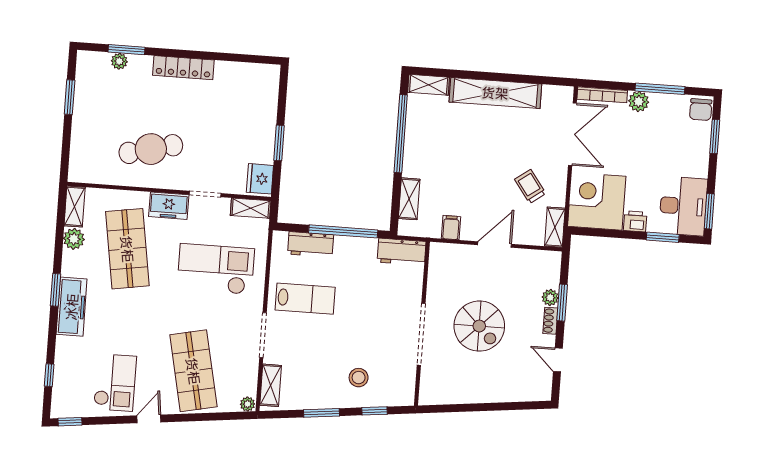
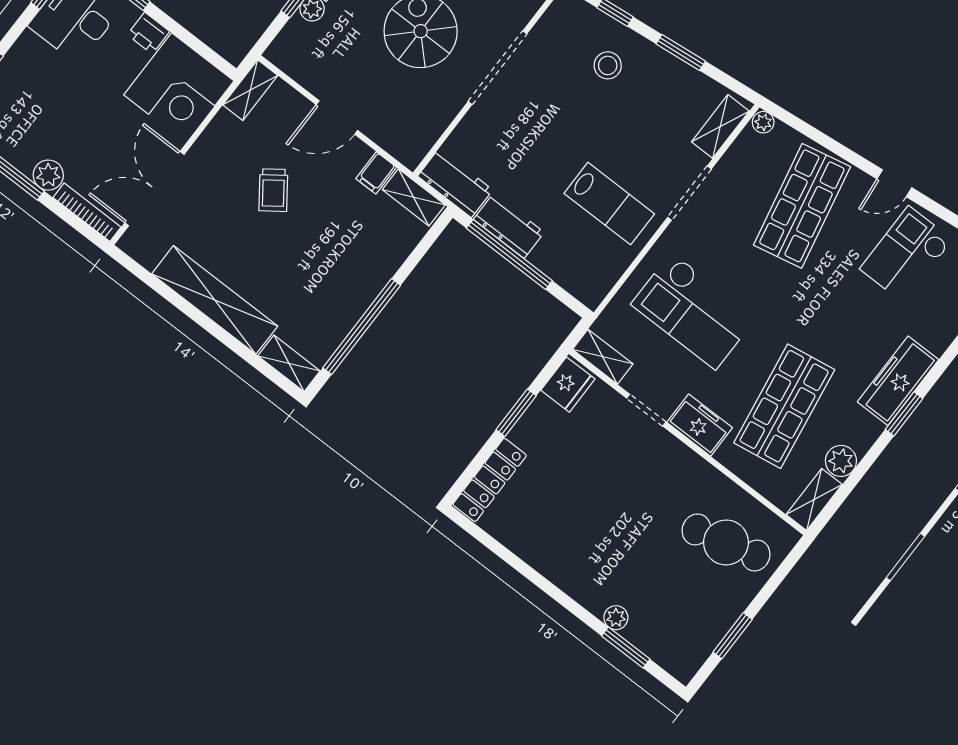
plant: (119, 61) -> (616, 618), moved
locker: (183, 68) -> (490, 480), moved, turned 90
cafe table: (151, 149) -> (726, 542), moved
trolley: (530, 186) -> (273, 190), moved
shelving: (409, 199) -> (414, 197), moved, turned 90
workbench: (311, 244) -> (509, 226), moved
lab bench: (305, 299) -> (609, 204), turned 180

